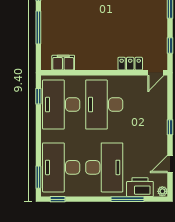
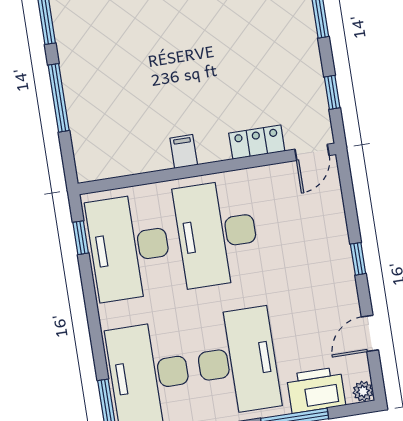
filing cabinet: (63, 63) -> (184, 151), moved, width x0.50

